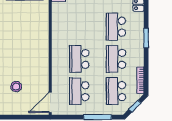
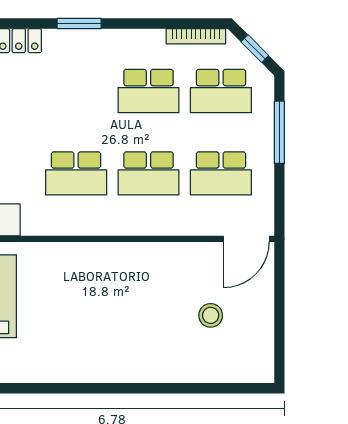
school desk: (116, 27) -> (76, 173), moved
window: (146, 38) -> (79, 23), moved
door: (50, 102) -> (246, 239), hinge flipped

